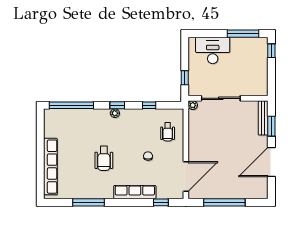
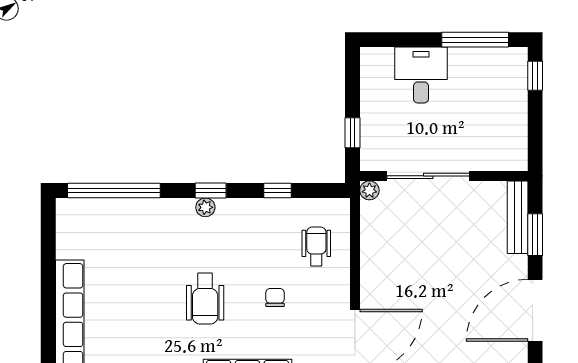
desk: (213, 50) -> (421, 75), width x0.73
wheelchair: (168, 132) -> (316, 246), turned 180
wheelchair: (104, 158) -> (205, 299), moved

